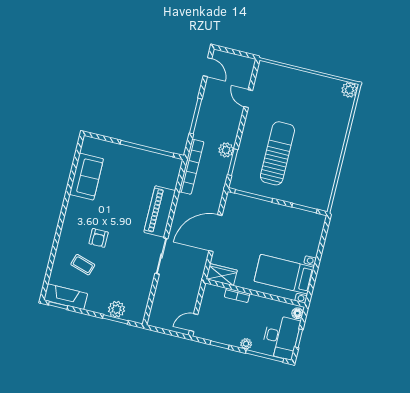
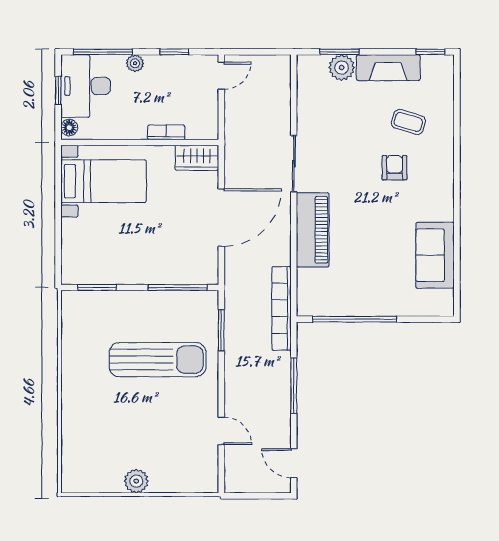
plant: (349, 90) -> (136, 481), moved
plant: (226, 150) -> (236, 346), removed
sun lounger: (277, 153) -> (158, 360), turned -90
fireplace: (66, 297) -> (388, 68), moved

